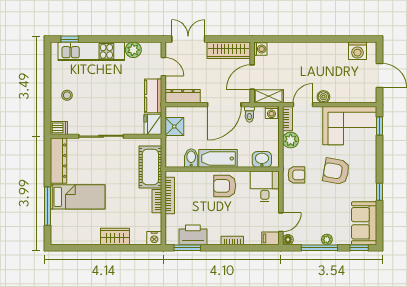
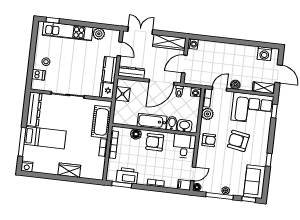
shelving: (269, 96) -> (264, 88), moved
dishwasher: (59, 128) -> (38, 75), moved
bidet: (191, 158) -> (172, 123), moved
floor lamp: (198, 178) -> (136, 134), added
nightstand: (154, 238) -> (27, 167), moved

